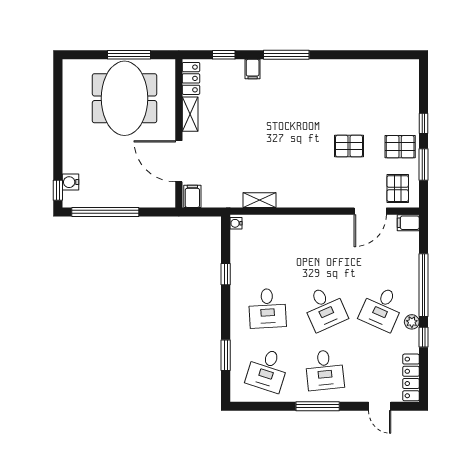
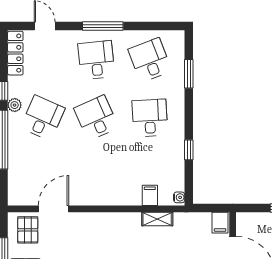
filing cabinet: (408, 223) -> (150, 195), moved, turned -90
desk: (267, 370) -> (150, 60), turned -39

